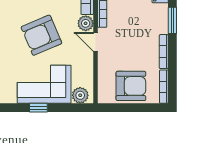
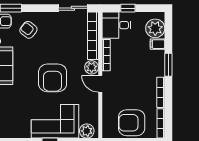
armchair: (41, 35) -> (53, 78), turned -67
armchair: (131, 86) -> (132, 123), turned 180

